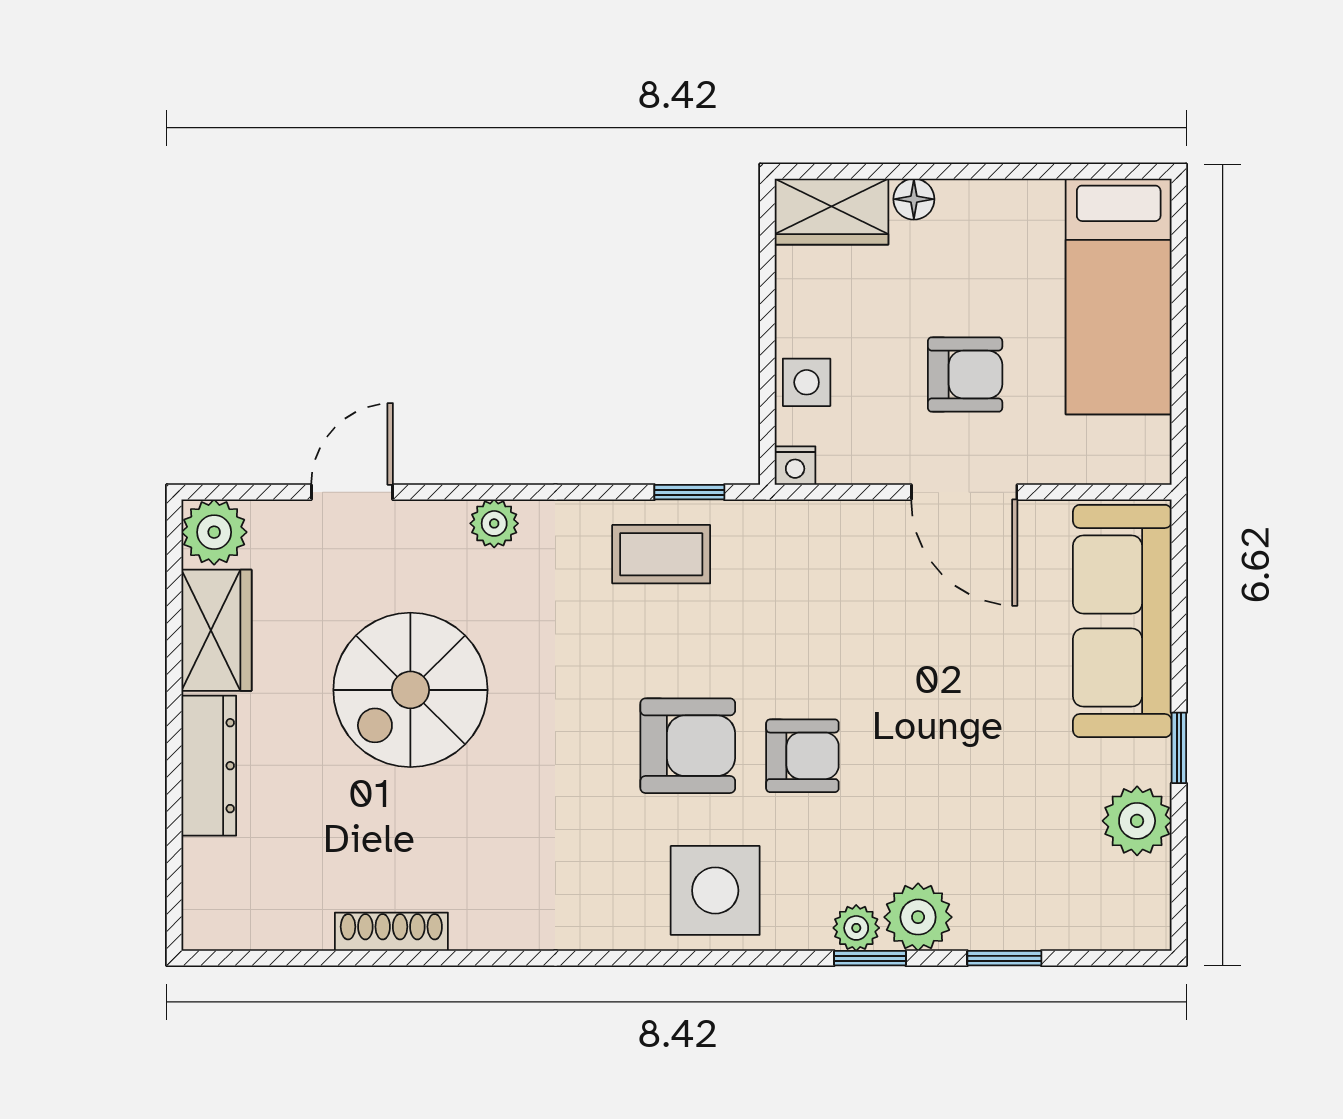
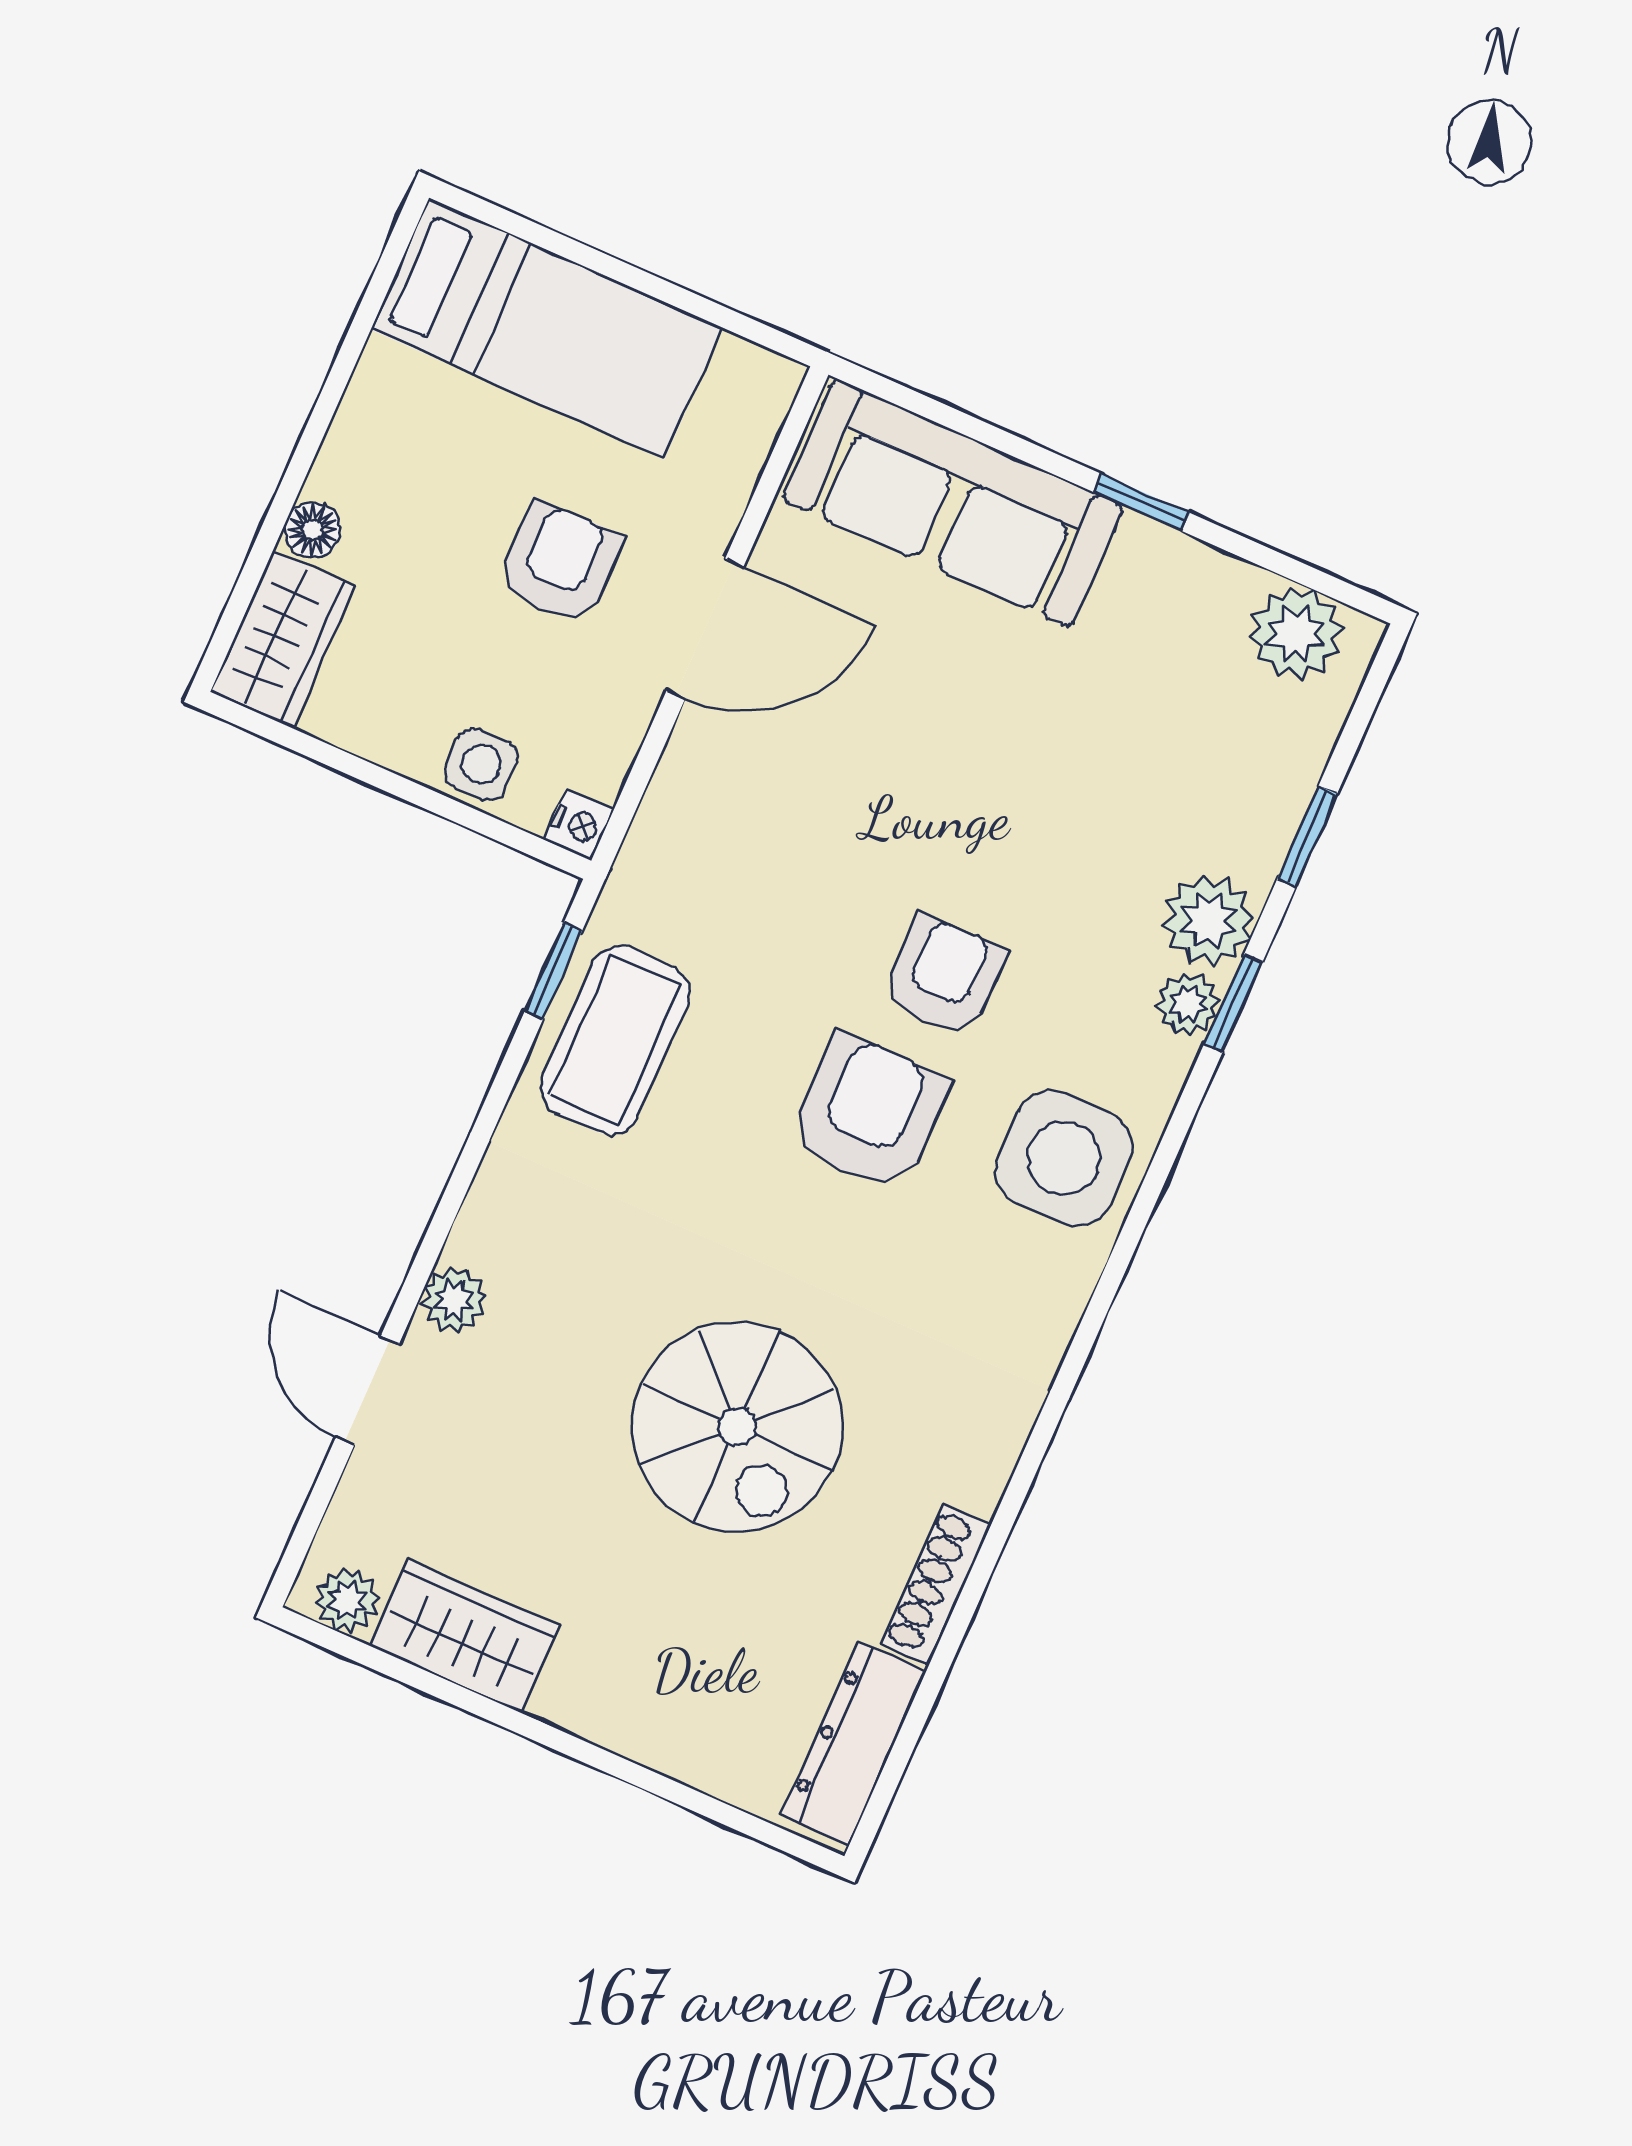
plant: (494, 523) -> (454, 1300), moved
plant: (214, 532) -> (347, 1601), width x0.73, depth x0.73
coffee table: (661, 554) -> (615, 1040), width x1.36, depth x1.30
spiral stairs: (410, 690) -> (737, 1427), moved
dresser: (209, 766) -> (854, 1743), moved, turned -90
plant: (1137, 821) -> (1296, 633), moved

